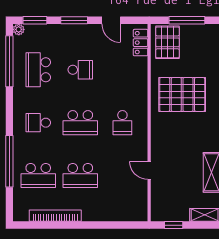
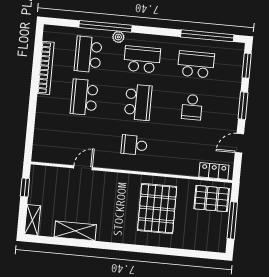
plant: (19, 29) -> (118, 37), moved
school desk: (38, 123) -> (142, 59), width x1.85
school desk: (80, 123) -> (138, 102), turned 180

